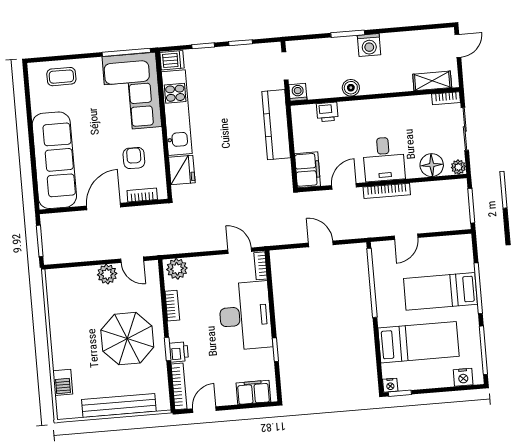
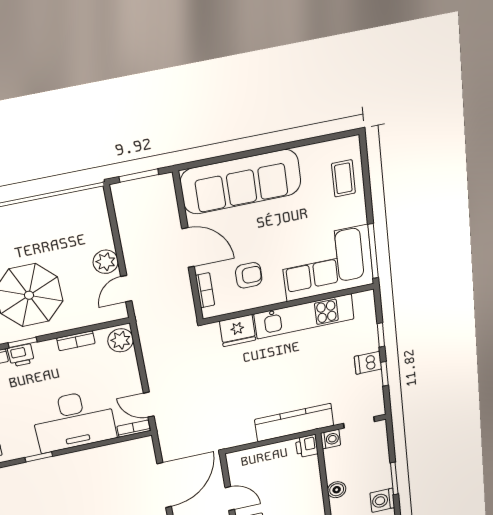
dishwasher: (172, 60) -> (368, 363), moved, turned 90
printer: (327, 112) -> (307, 446), moved
filing cabinet: (307, 170) -> (246, 461), removed
door: (321, 244) -> (164, 485), width x1.88
door: (240, 251) -> (149, 405), swing flipped

